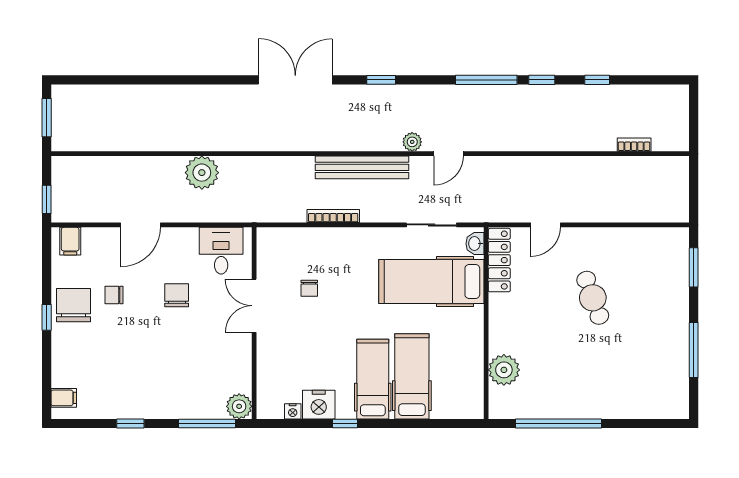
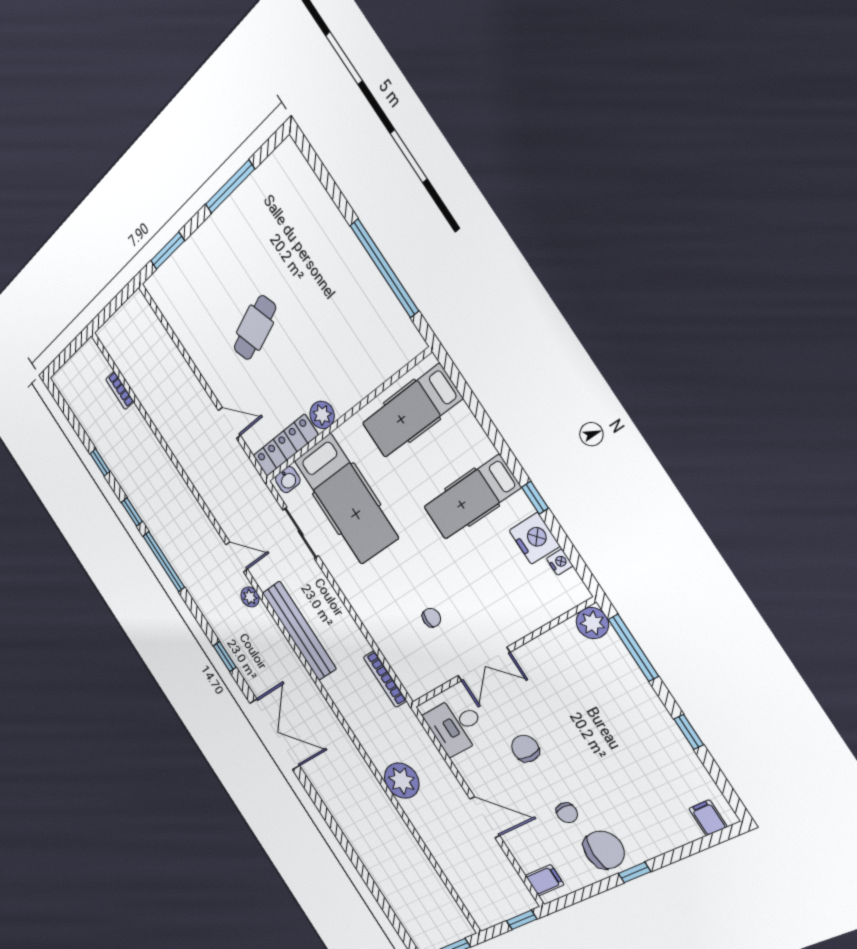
double door: (295, 80) -> (275, 734), swing flipped
bookcase: (333, 216) -> (385, 679), moved
chair: (177, 295) -> (525, 749), turned 90
chair: (73, 305) -> (604, 850), turned 180
plant: (504, 370) -> (322, 415), moved, width x0.73, depth x0.73
hospital bed: (412, 376) -> (412, 411), moved

